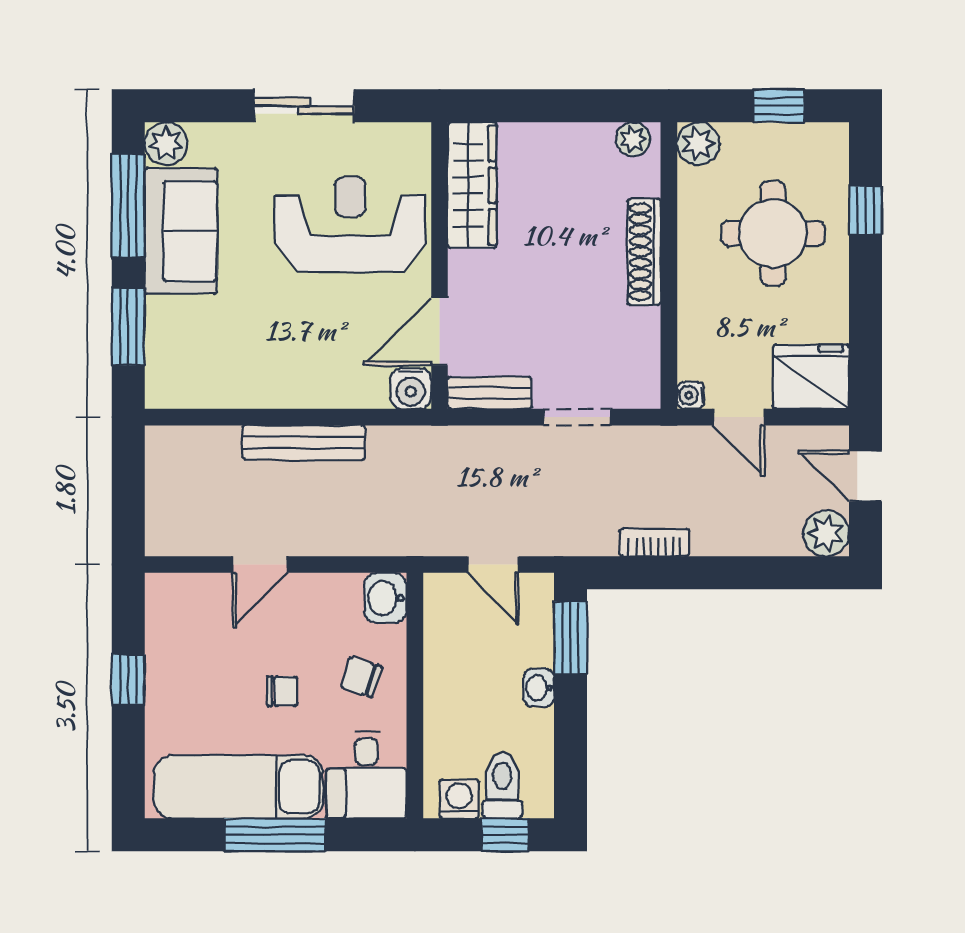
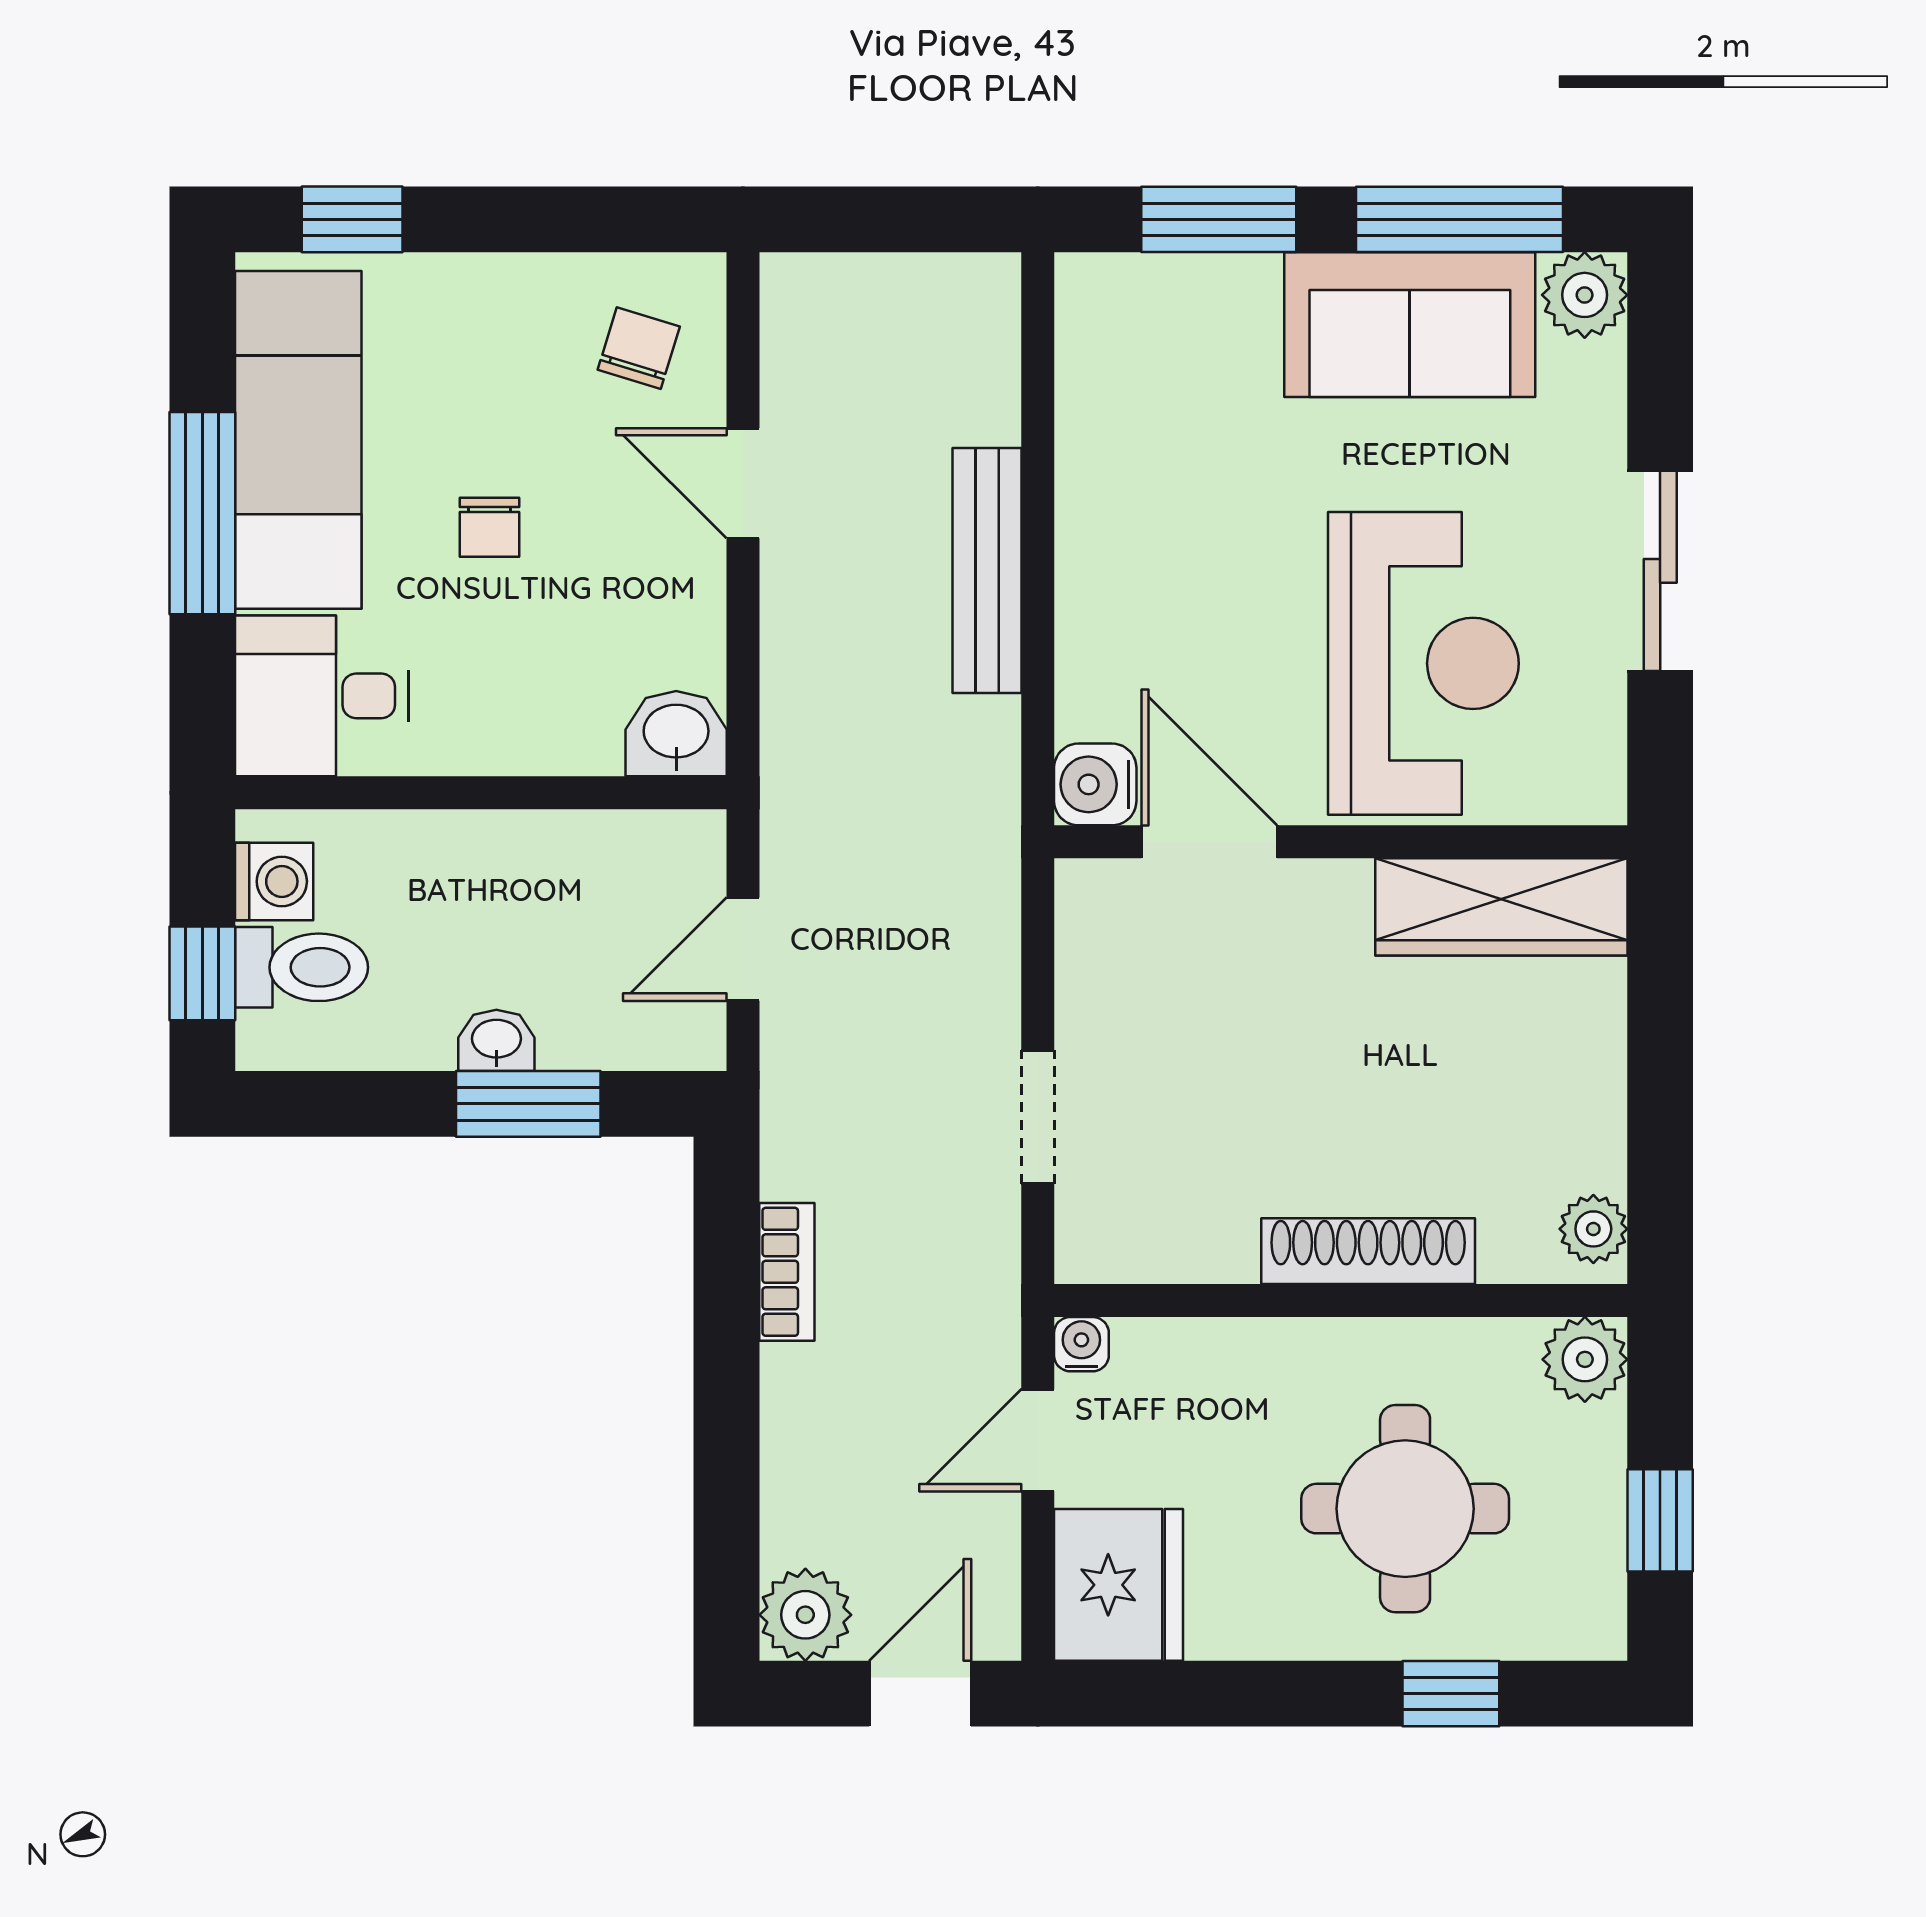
bench: (490, 393) -> (1086, 942), removed
window: (571, 638) -> (528, 1104), moved
chair: (361, 677) -> (639, 348), moved
window: (128, 680) -> (352, 219), moved

